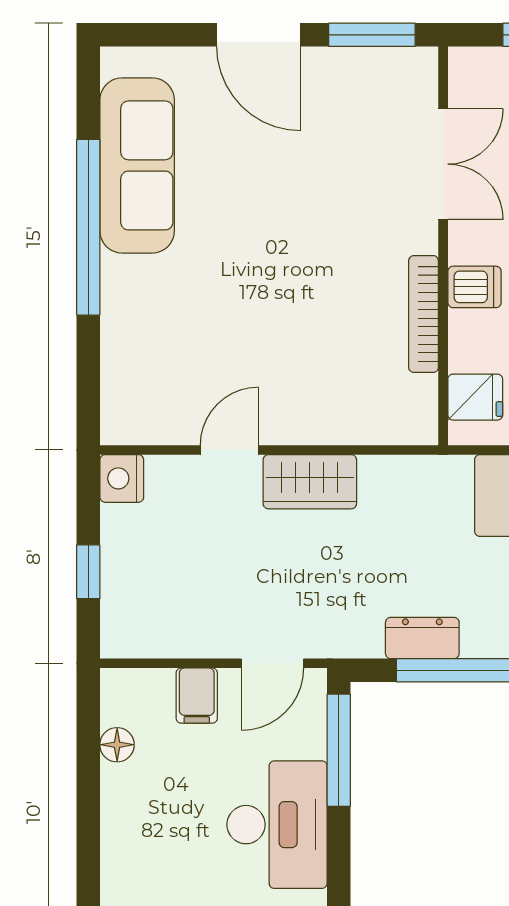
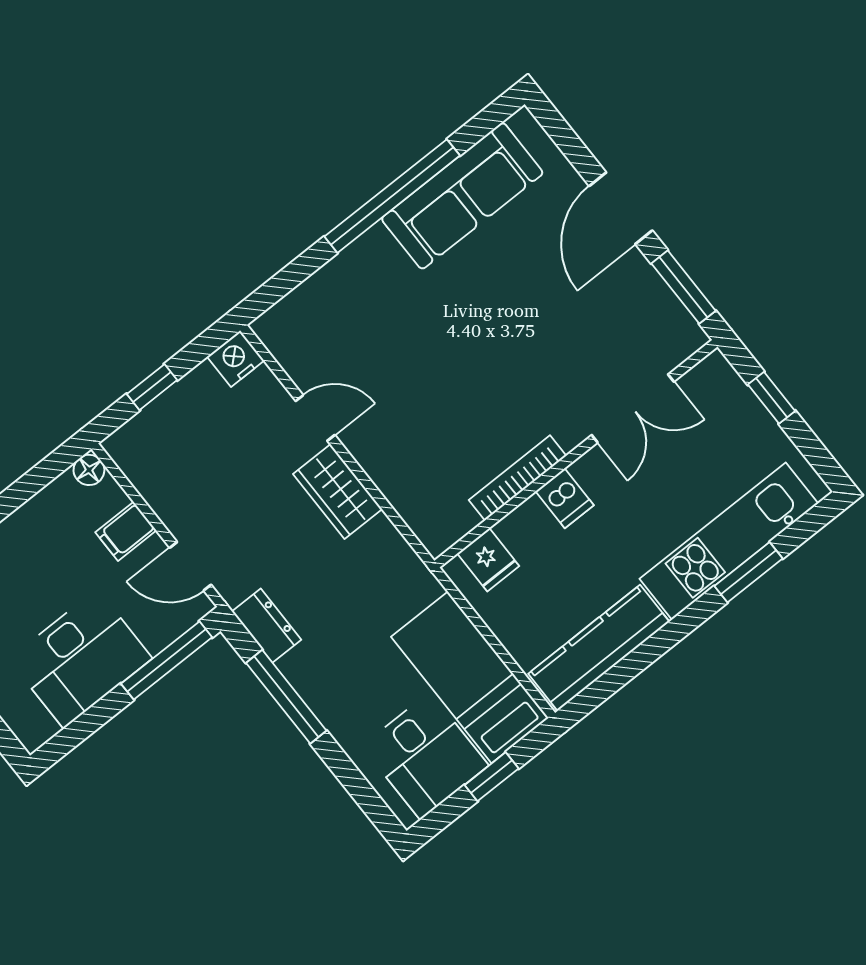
dresser: (422, 638) -> (266, 626), moved
floor lamp: (117, 745) -> (89, 470), moved

